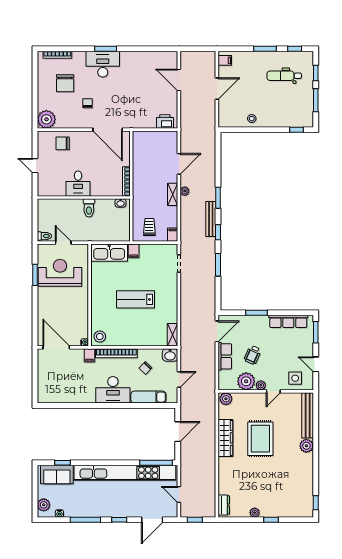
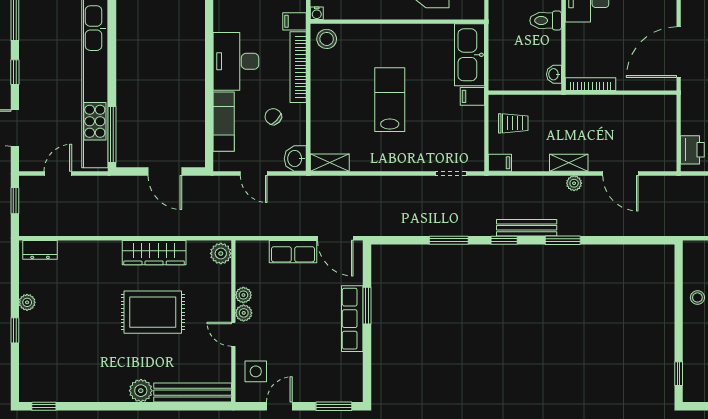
row of seats: (288, 321) -> (352, 319), moved
wheelchair: (253, 355) -> (295, 299), removed
plant: (246, 381) -> (243, 295), width x0.53, depth x0.53

